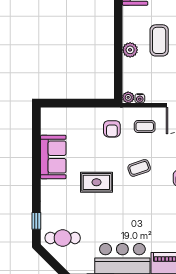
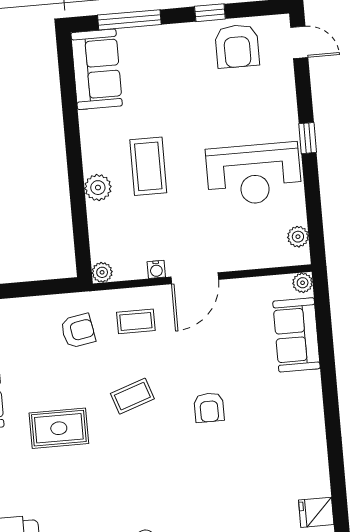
water cooler: (140, 98) -> (156, 269), moved
armchair: (112, 129) -> (78, 331), turned -100

